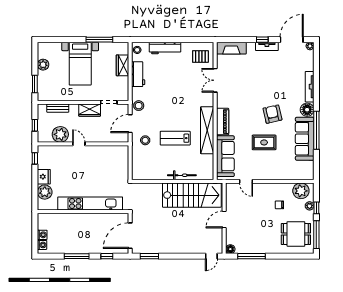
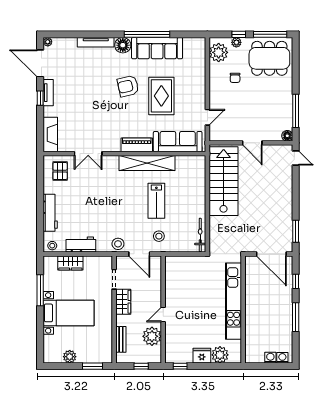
rug: (264, 142) -> (161, 96), width x1.36, depth x1.43
bicycle: (182, 175) -> (200, 235), moved
dining table: (296, 234) -> (269, 58), width x1.37

